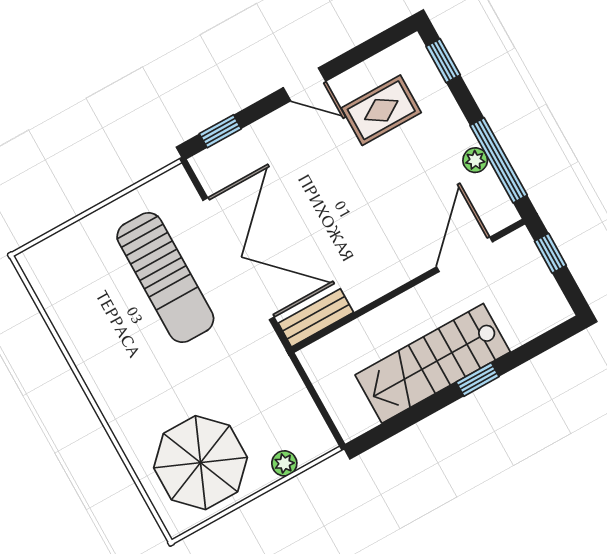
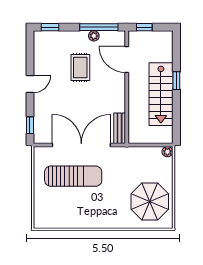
rug: (381, 110) -> (80, 68), moved
plant: (284, 463) -> (167, 152), moved

